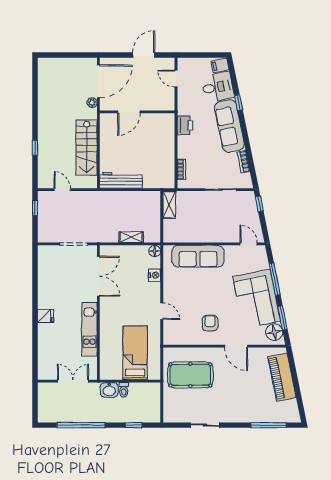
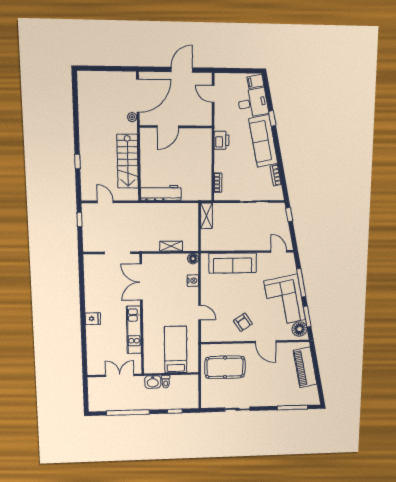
double door: (98, 276) -> (141, 282), swing flipped
armchair: (210, 323) -> (243, 322), turned 146

